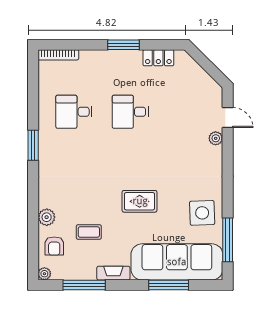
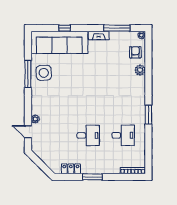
rug: (140, 201) -> (83, 80), removed
coffee table: (89, 232) -> (114, 61), removed
window: (228, 240) -> (28, 74), moved
window: (169, 285) -> (65, 28), width x0.46

